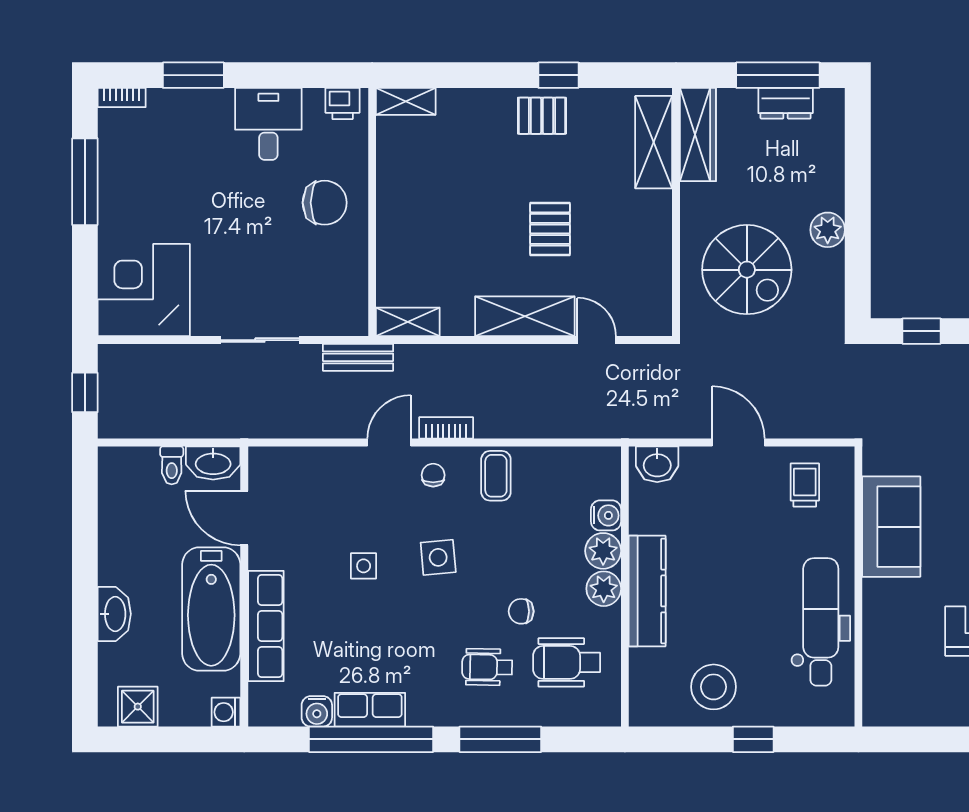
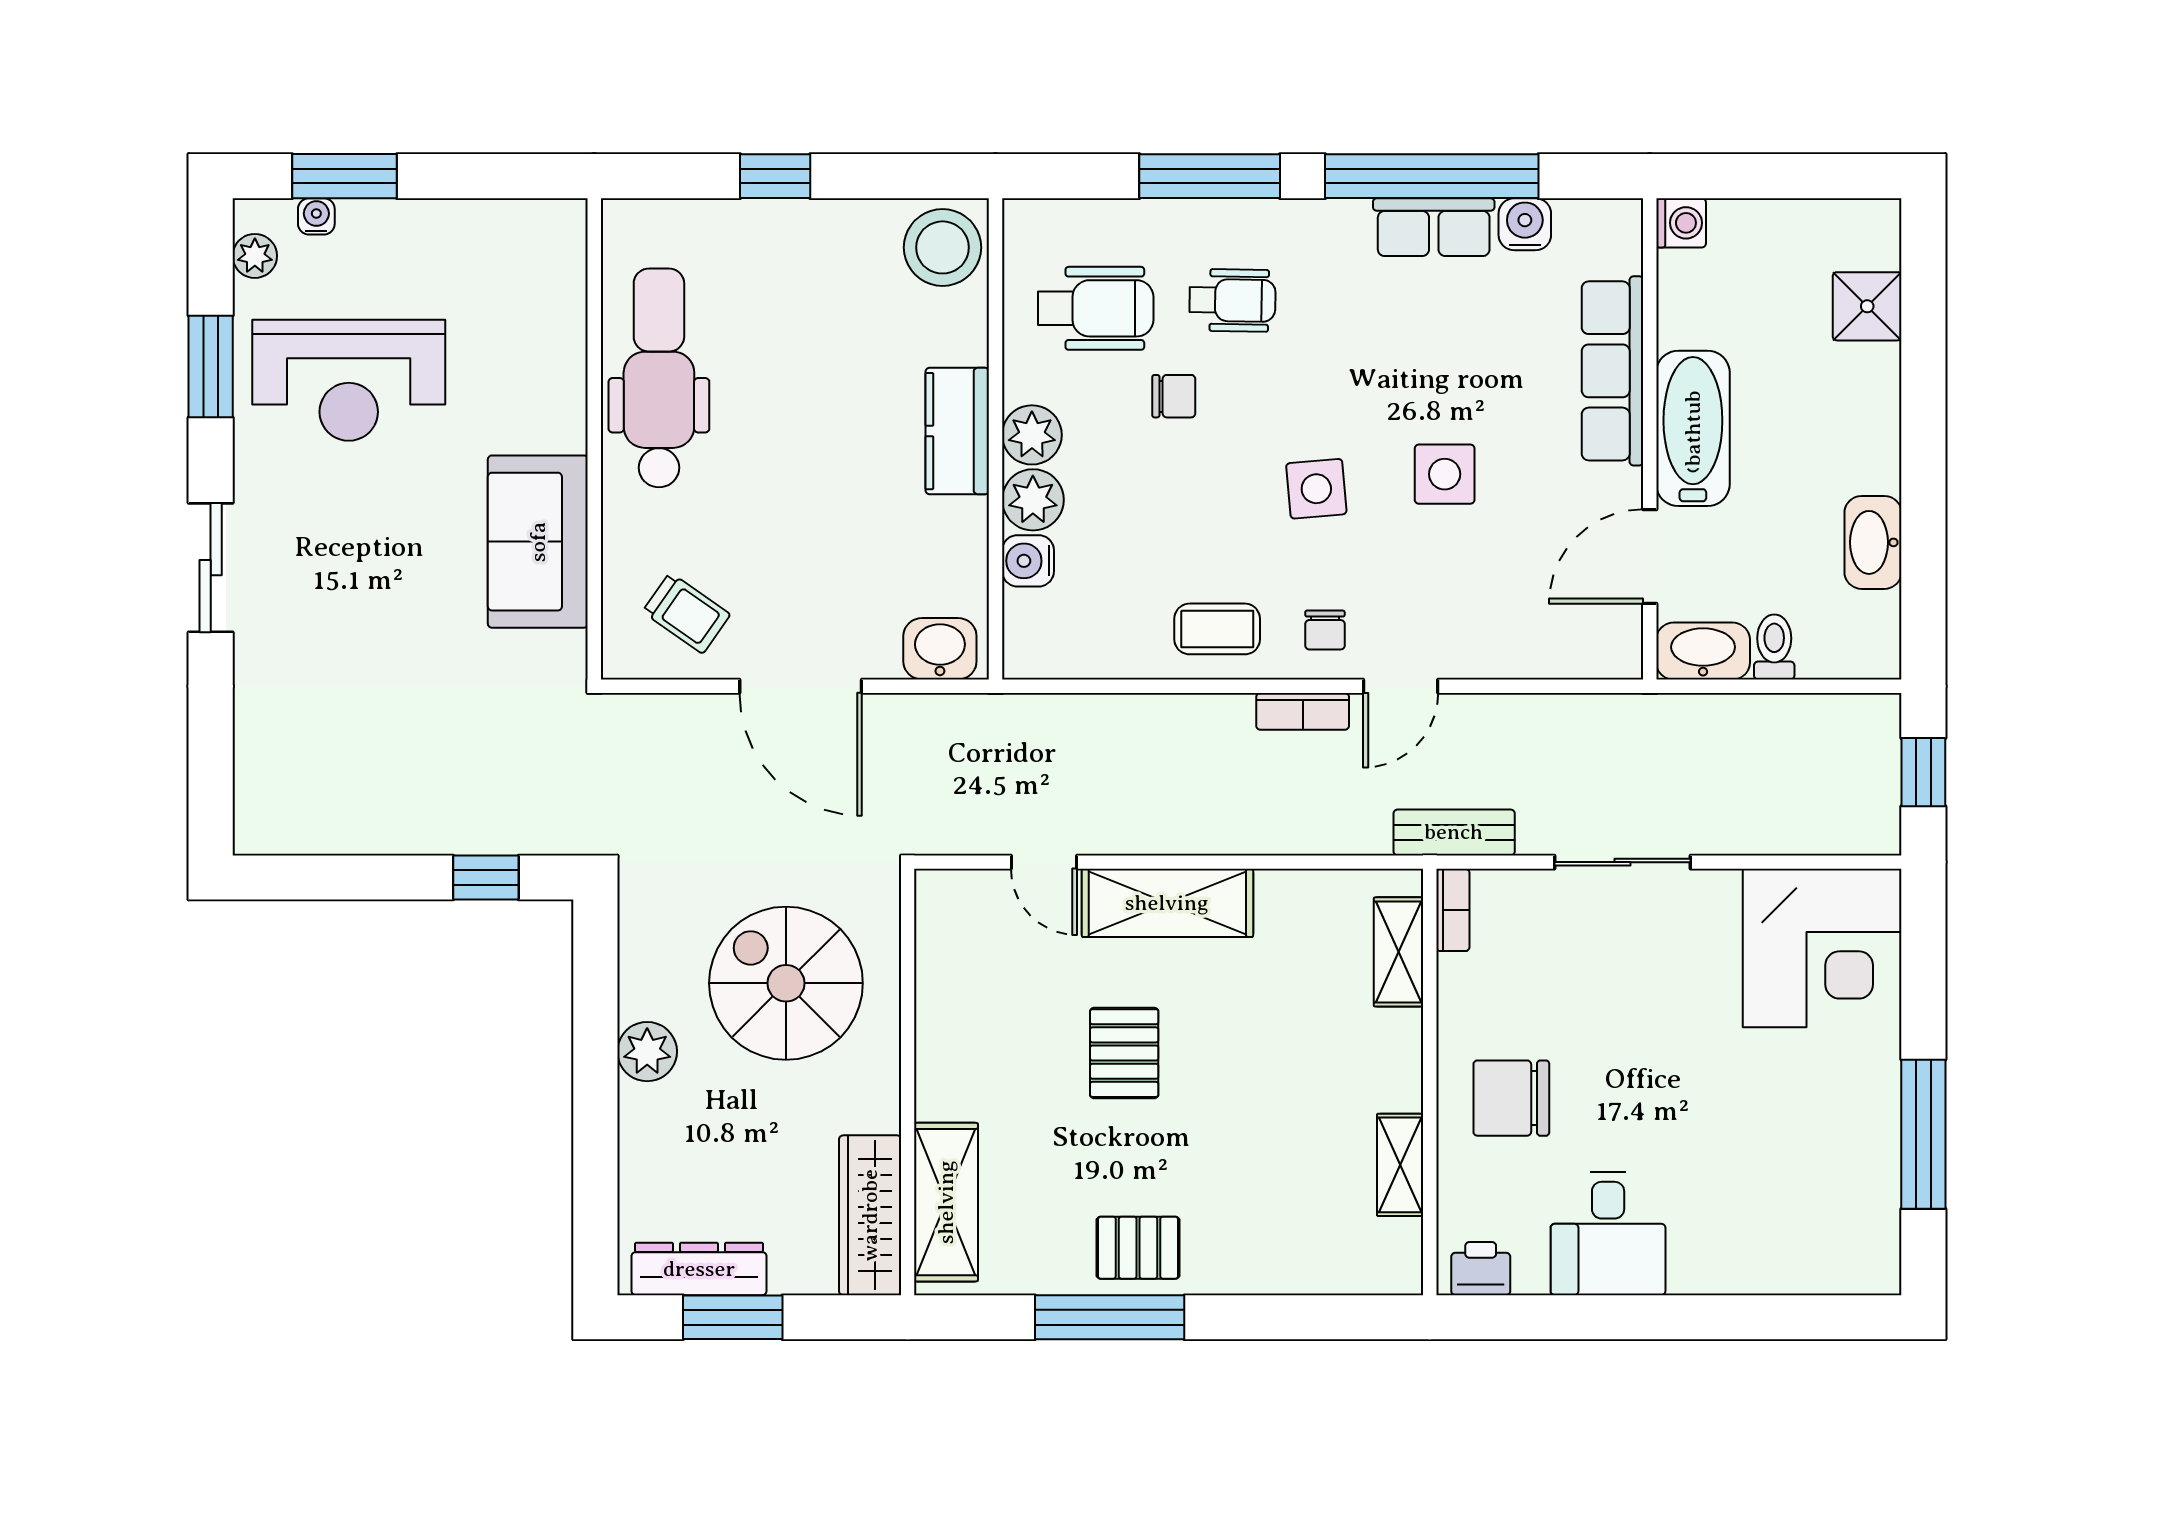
window: (193, 75) -> (1737, 1317), removed
window: (558, 75) -> (1110, 1317), width x2.17
window: (778, 75) -> (733, 1317), width x0.69
bookcase: (122, 98) -> (1453, 910), moved, turned 90
shelving: (406, 101) -> (1400, 1165), moved, turned 90
dresser: (786, 103) -> (699, 1269), width x1.44
shelving: (408, 322) -> (1399, 952), moved, turned 90
door: (738, 442) -> (801, 686), width x1.36
coffee table: (496, 476) -> (1217, 629), turned 90
trolley: (805, 485) -> (686, 613), turned -55
door: (244, 518) -> (1650, 557), swing flipped
side table: (364, 566) -> (1445, 474), width x1.37, depth x1.37
kitchen counter: (647, 591) -> (957, 431), width x0.67
bathtub: (211, 609) -> (1693, 428), width x0.73, depth x0.73
washbasin: (114, 614) -> (1873, 542), moved
dental chair: (821, 622) -> (659, 378), turned 180
stool: (714, 687) -> (943, 247), moved
shower: (138, 707) -> (1867, 306), moved

